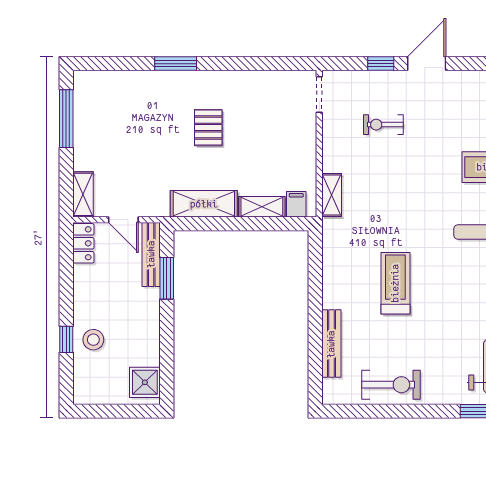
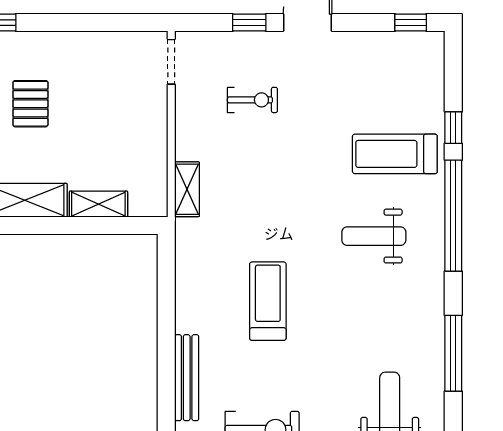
exercise bike: (383, 125) -> (252, 100), turned 180
filing cabinet: (296, 204) -> (142, 201), removed

